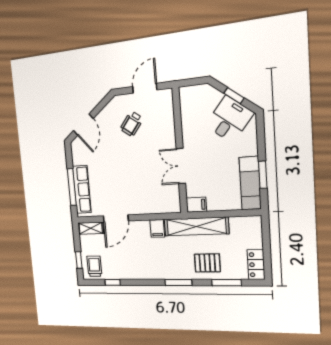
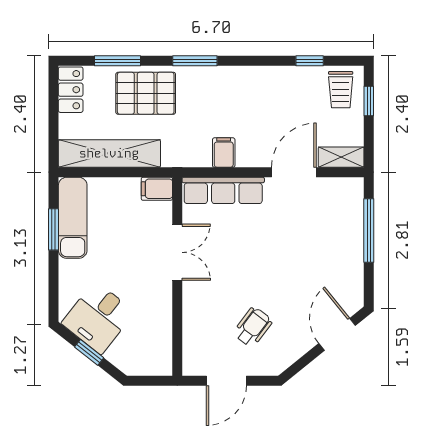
row of seats: (82, 189) -> (223, 190), moved, turned -90
shelving: (196, 226) -> (109, 153), moved
pallet: (207, 263) -> (146, 93), width x1.50, depth x1.42

